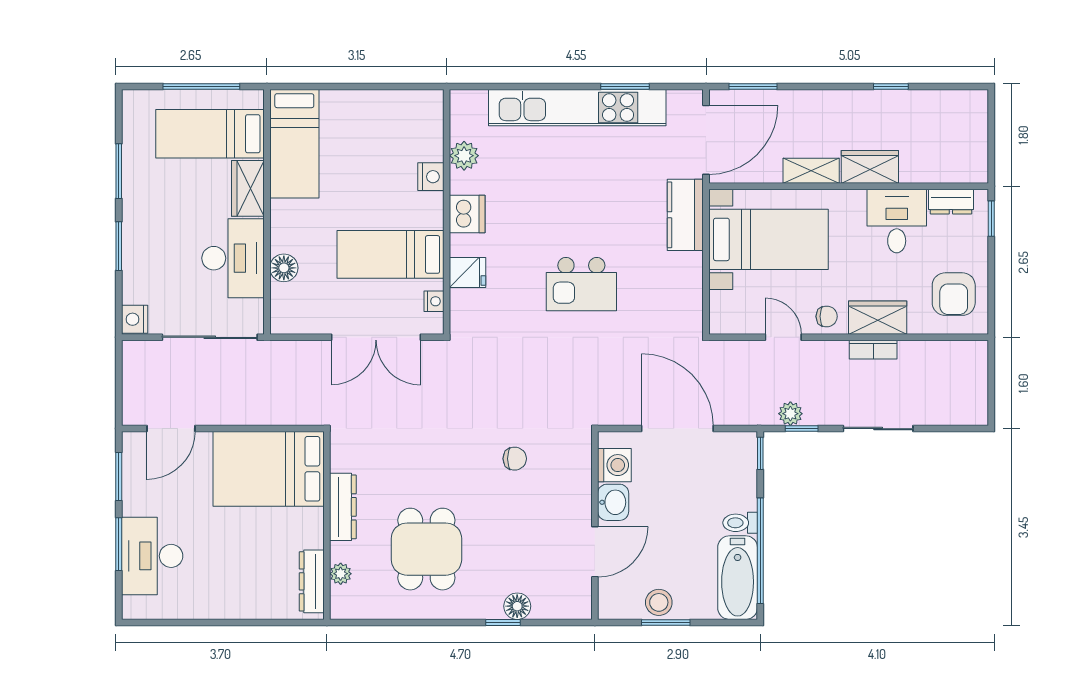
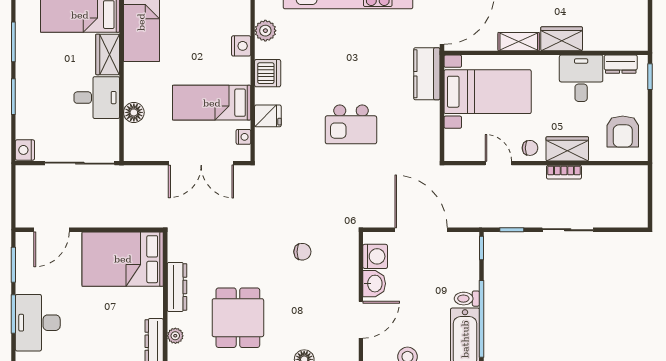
desk: (233, 258) -> (97, 98), width x0.73
plant: (790, 414) -> (504, 219), removed

